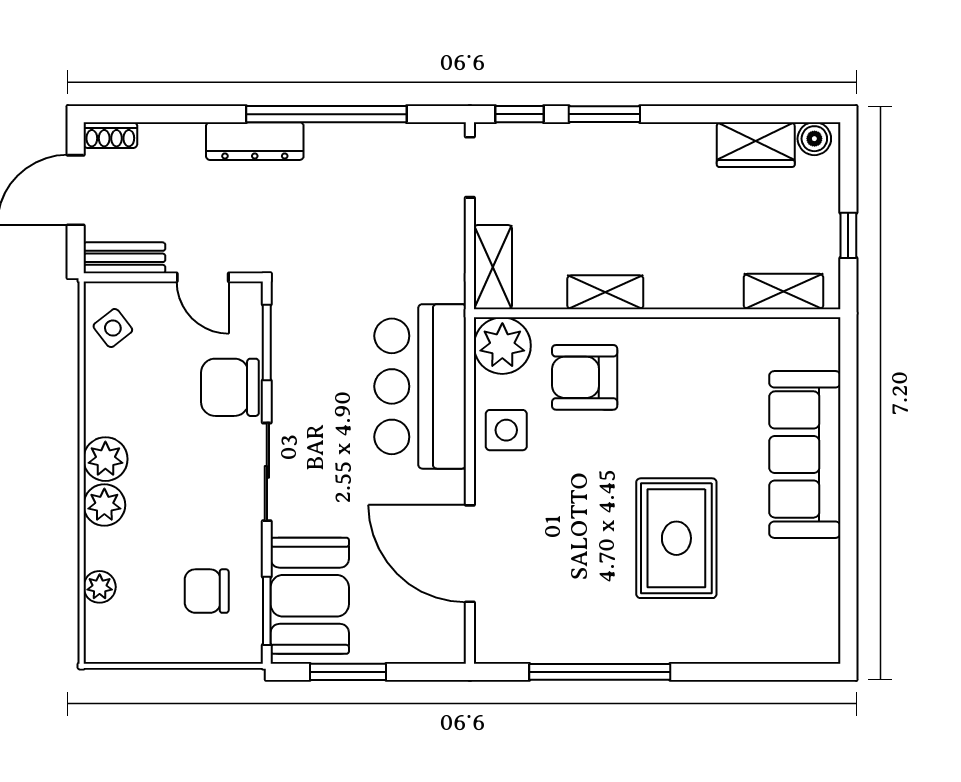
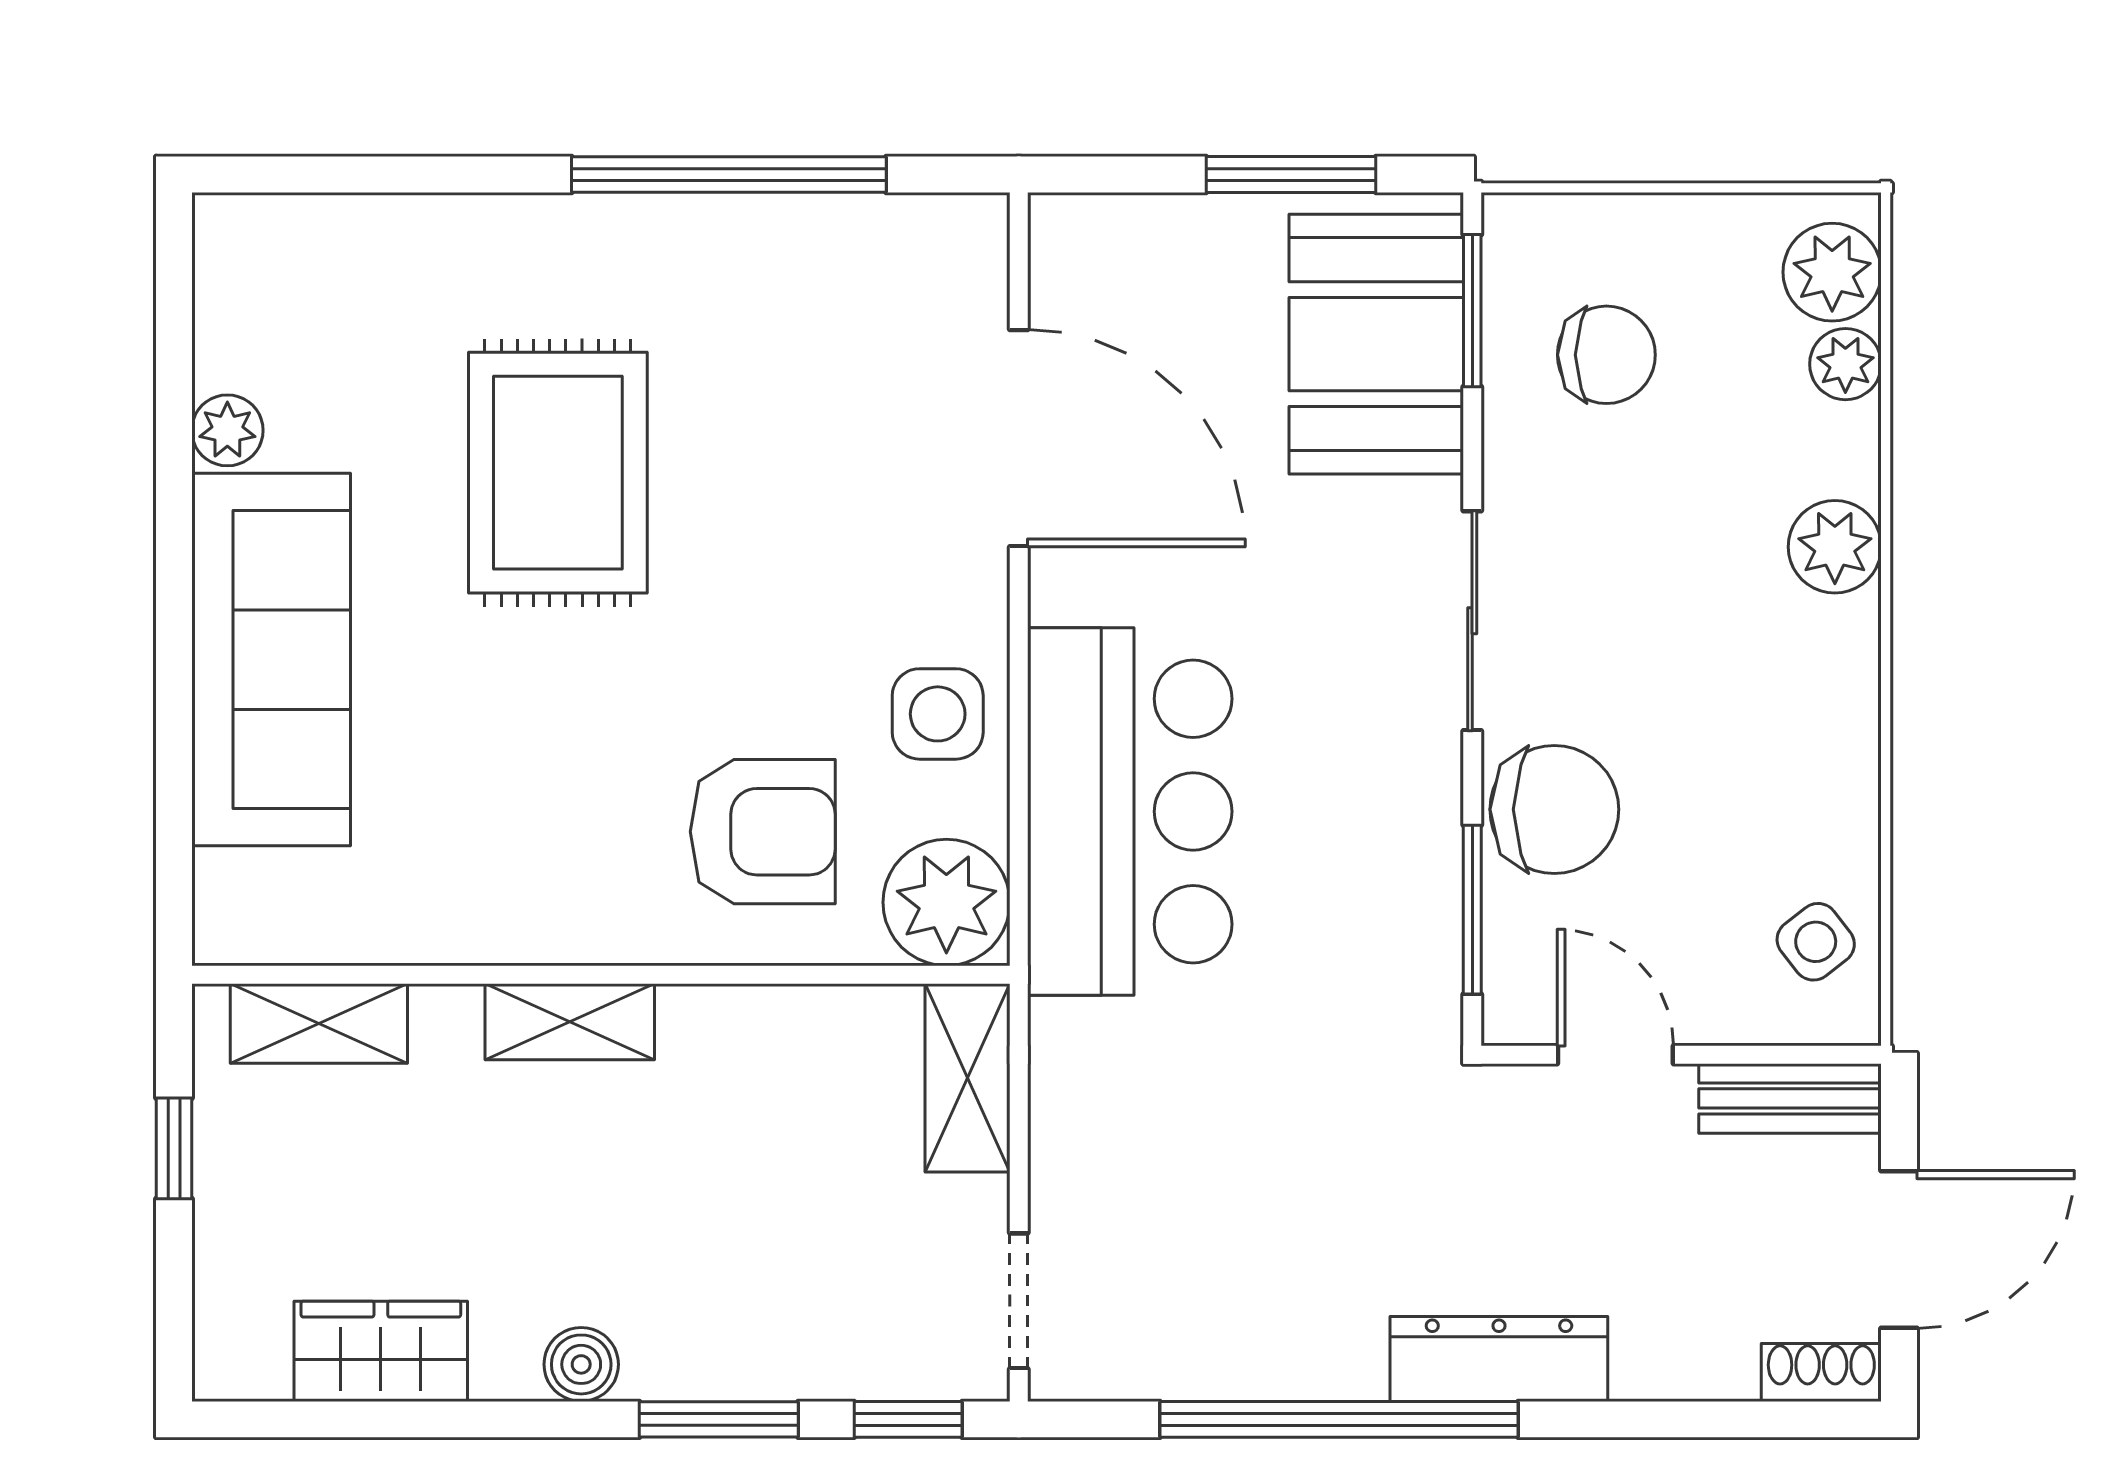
boiler: (814, 139) -> (581, 1364), moved
shelving: (605, 292) -> (570, 1022), moved
plant: (105, 459) -> (1832, 272), moved
plant: (824, 557) -> (227, 430), added

